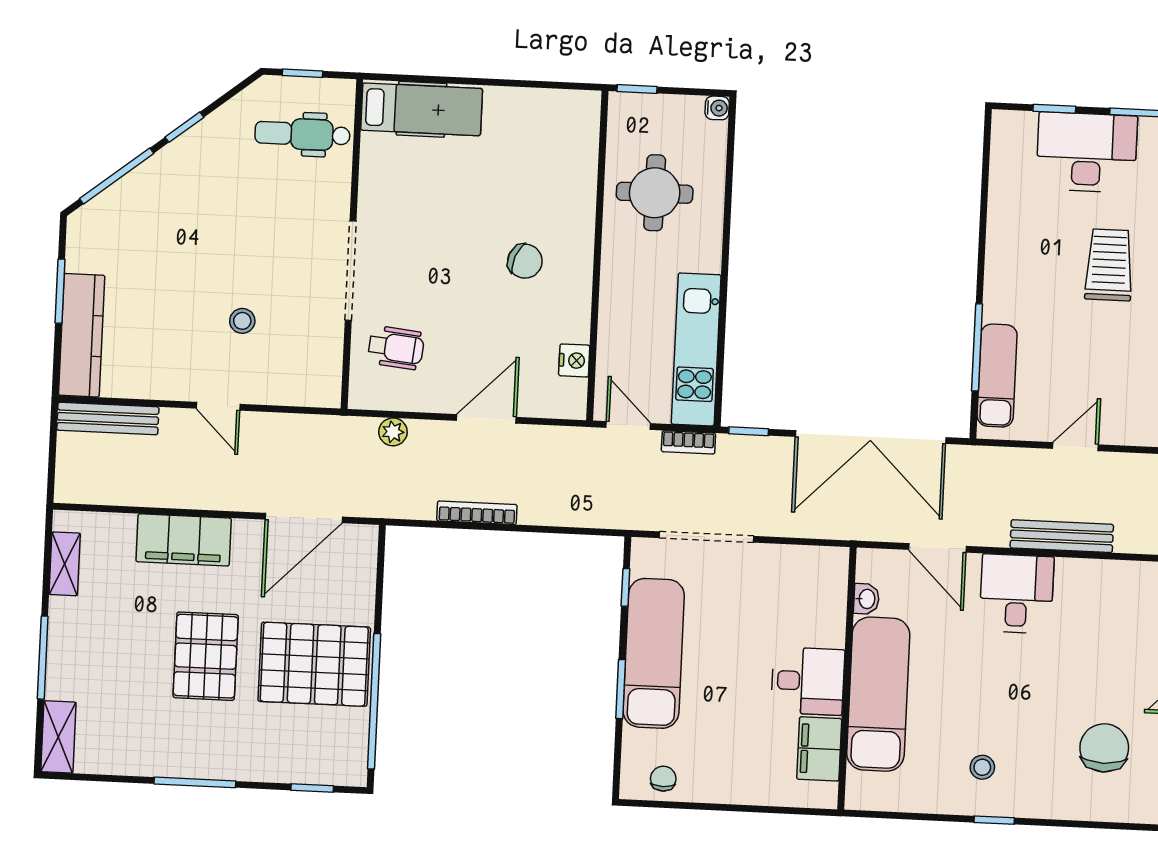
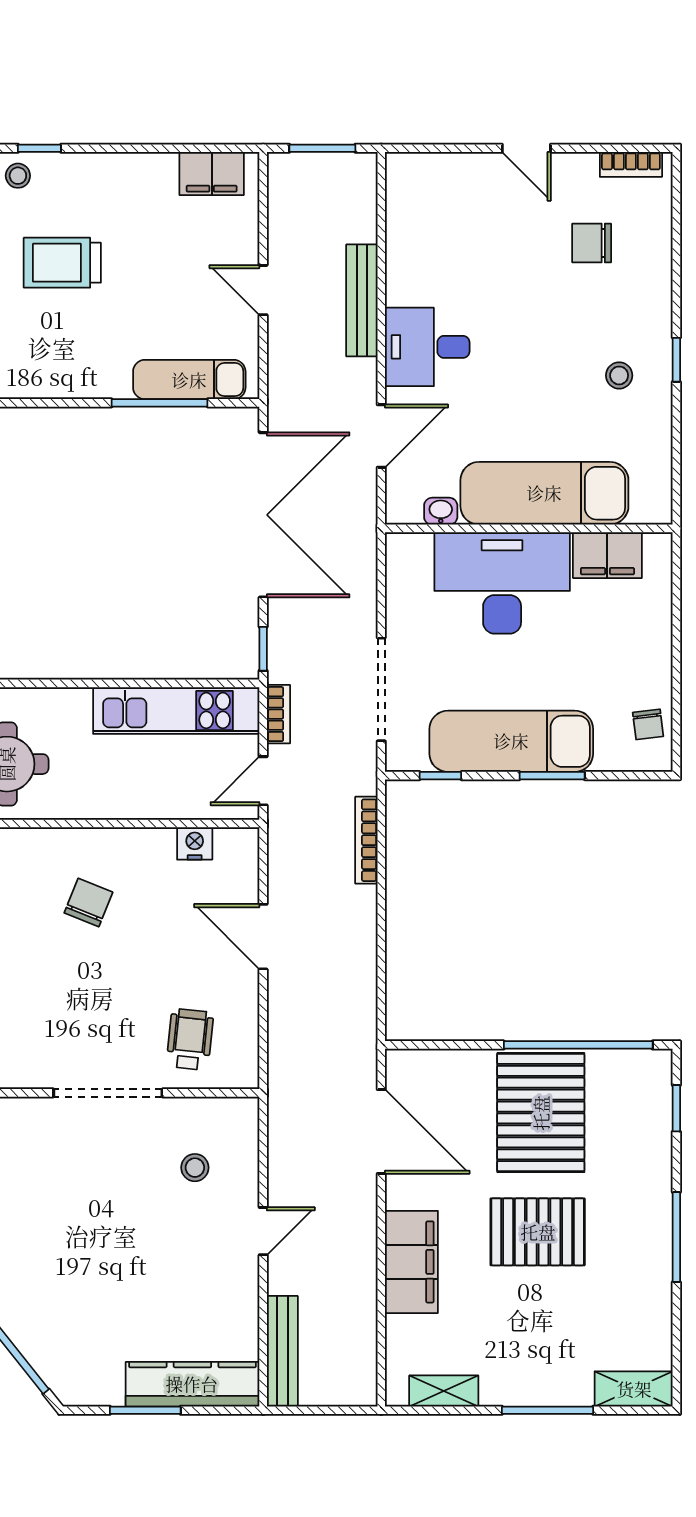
stool: (242, 321) -> (195, 1168), moved
plant: (393, 432) -> (282, 1038), removed
bookcase: (477, 513) -> (366, 840), moved
desk: (808, 681) -> (502, 583), width x1.87, depth x1.30
chair: (1104, 748) -> (592, 243), width x0.73, depth x0.73
chair: (663, 779) -> (648, 724), turned -97

